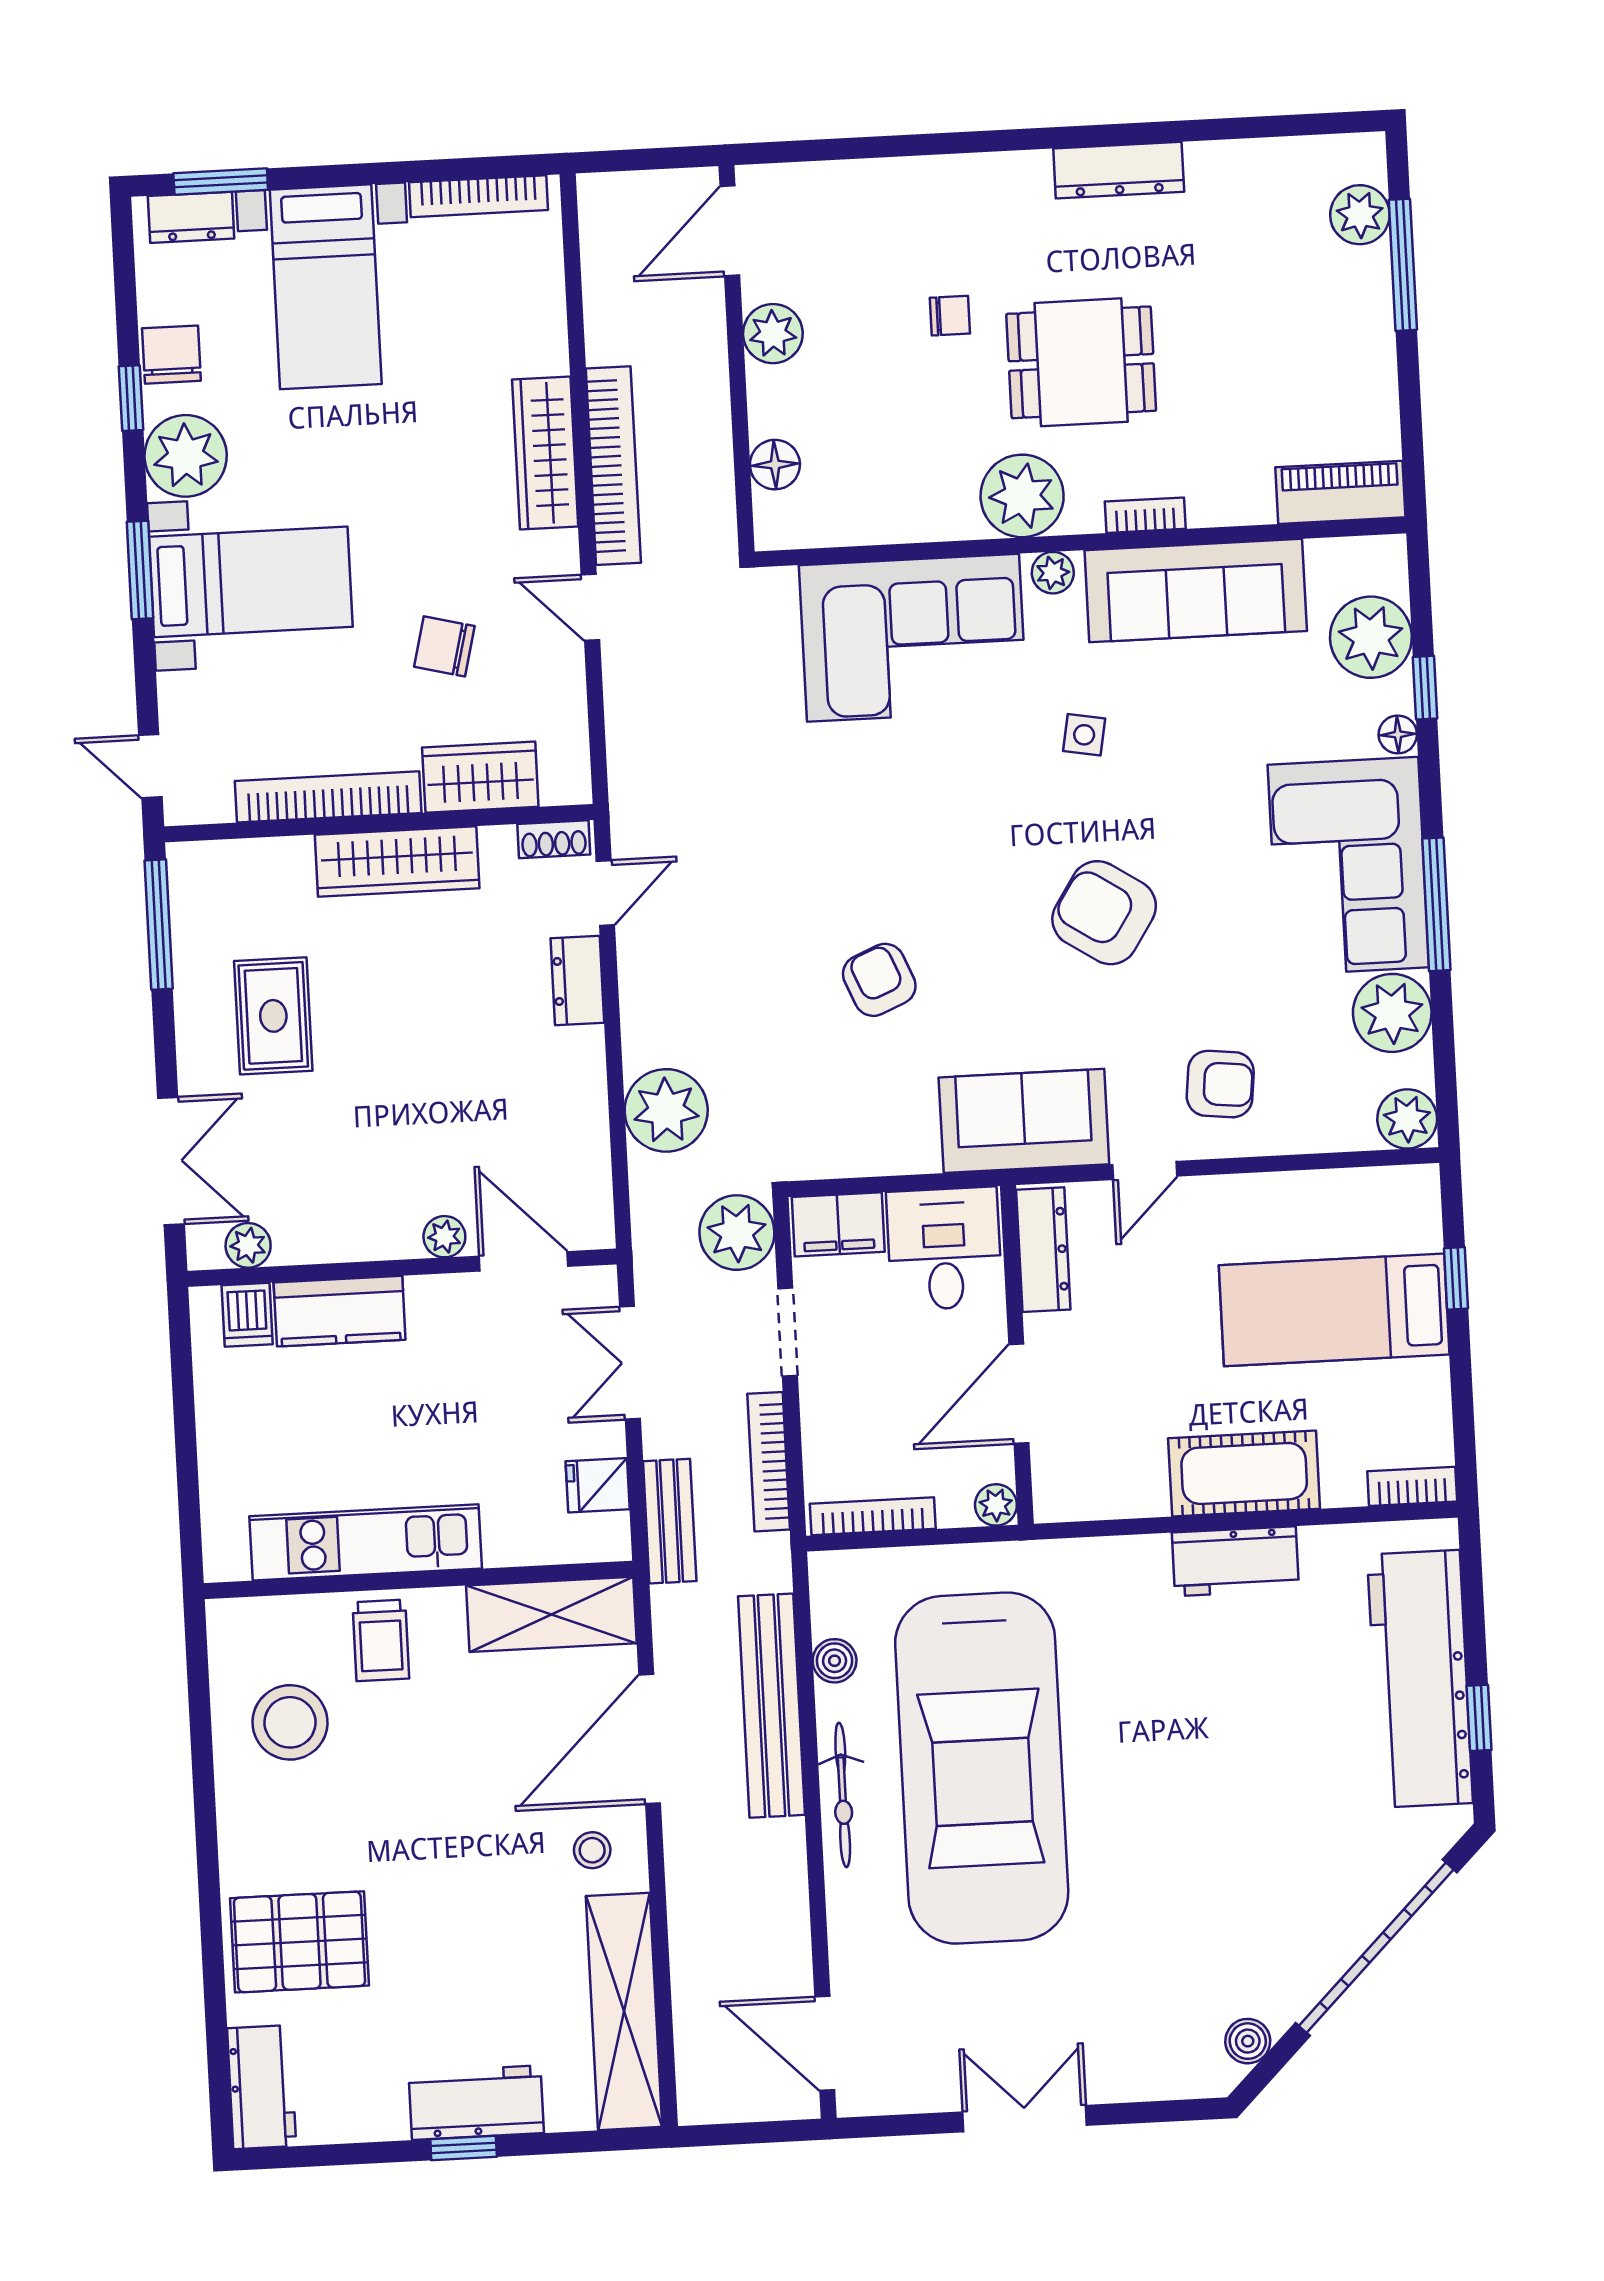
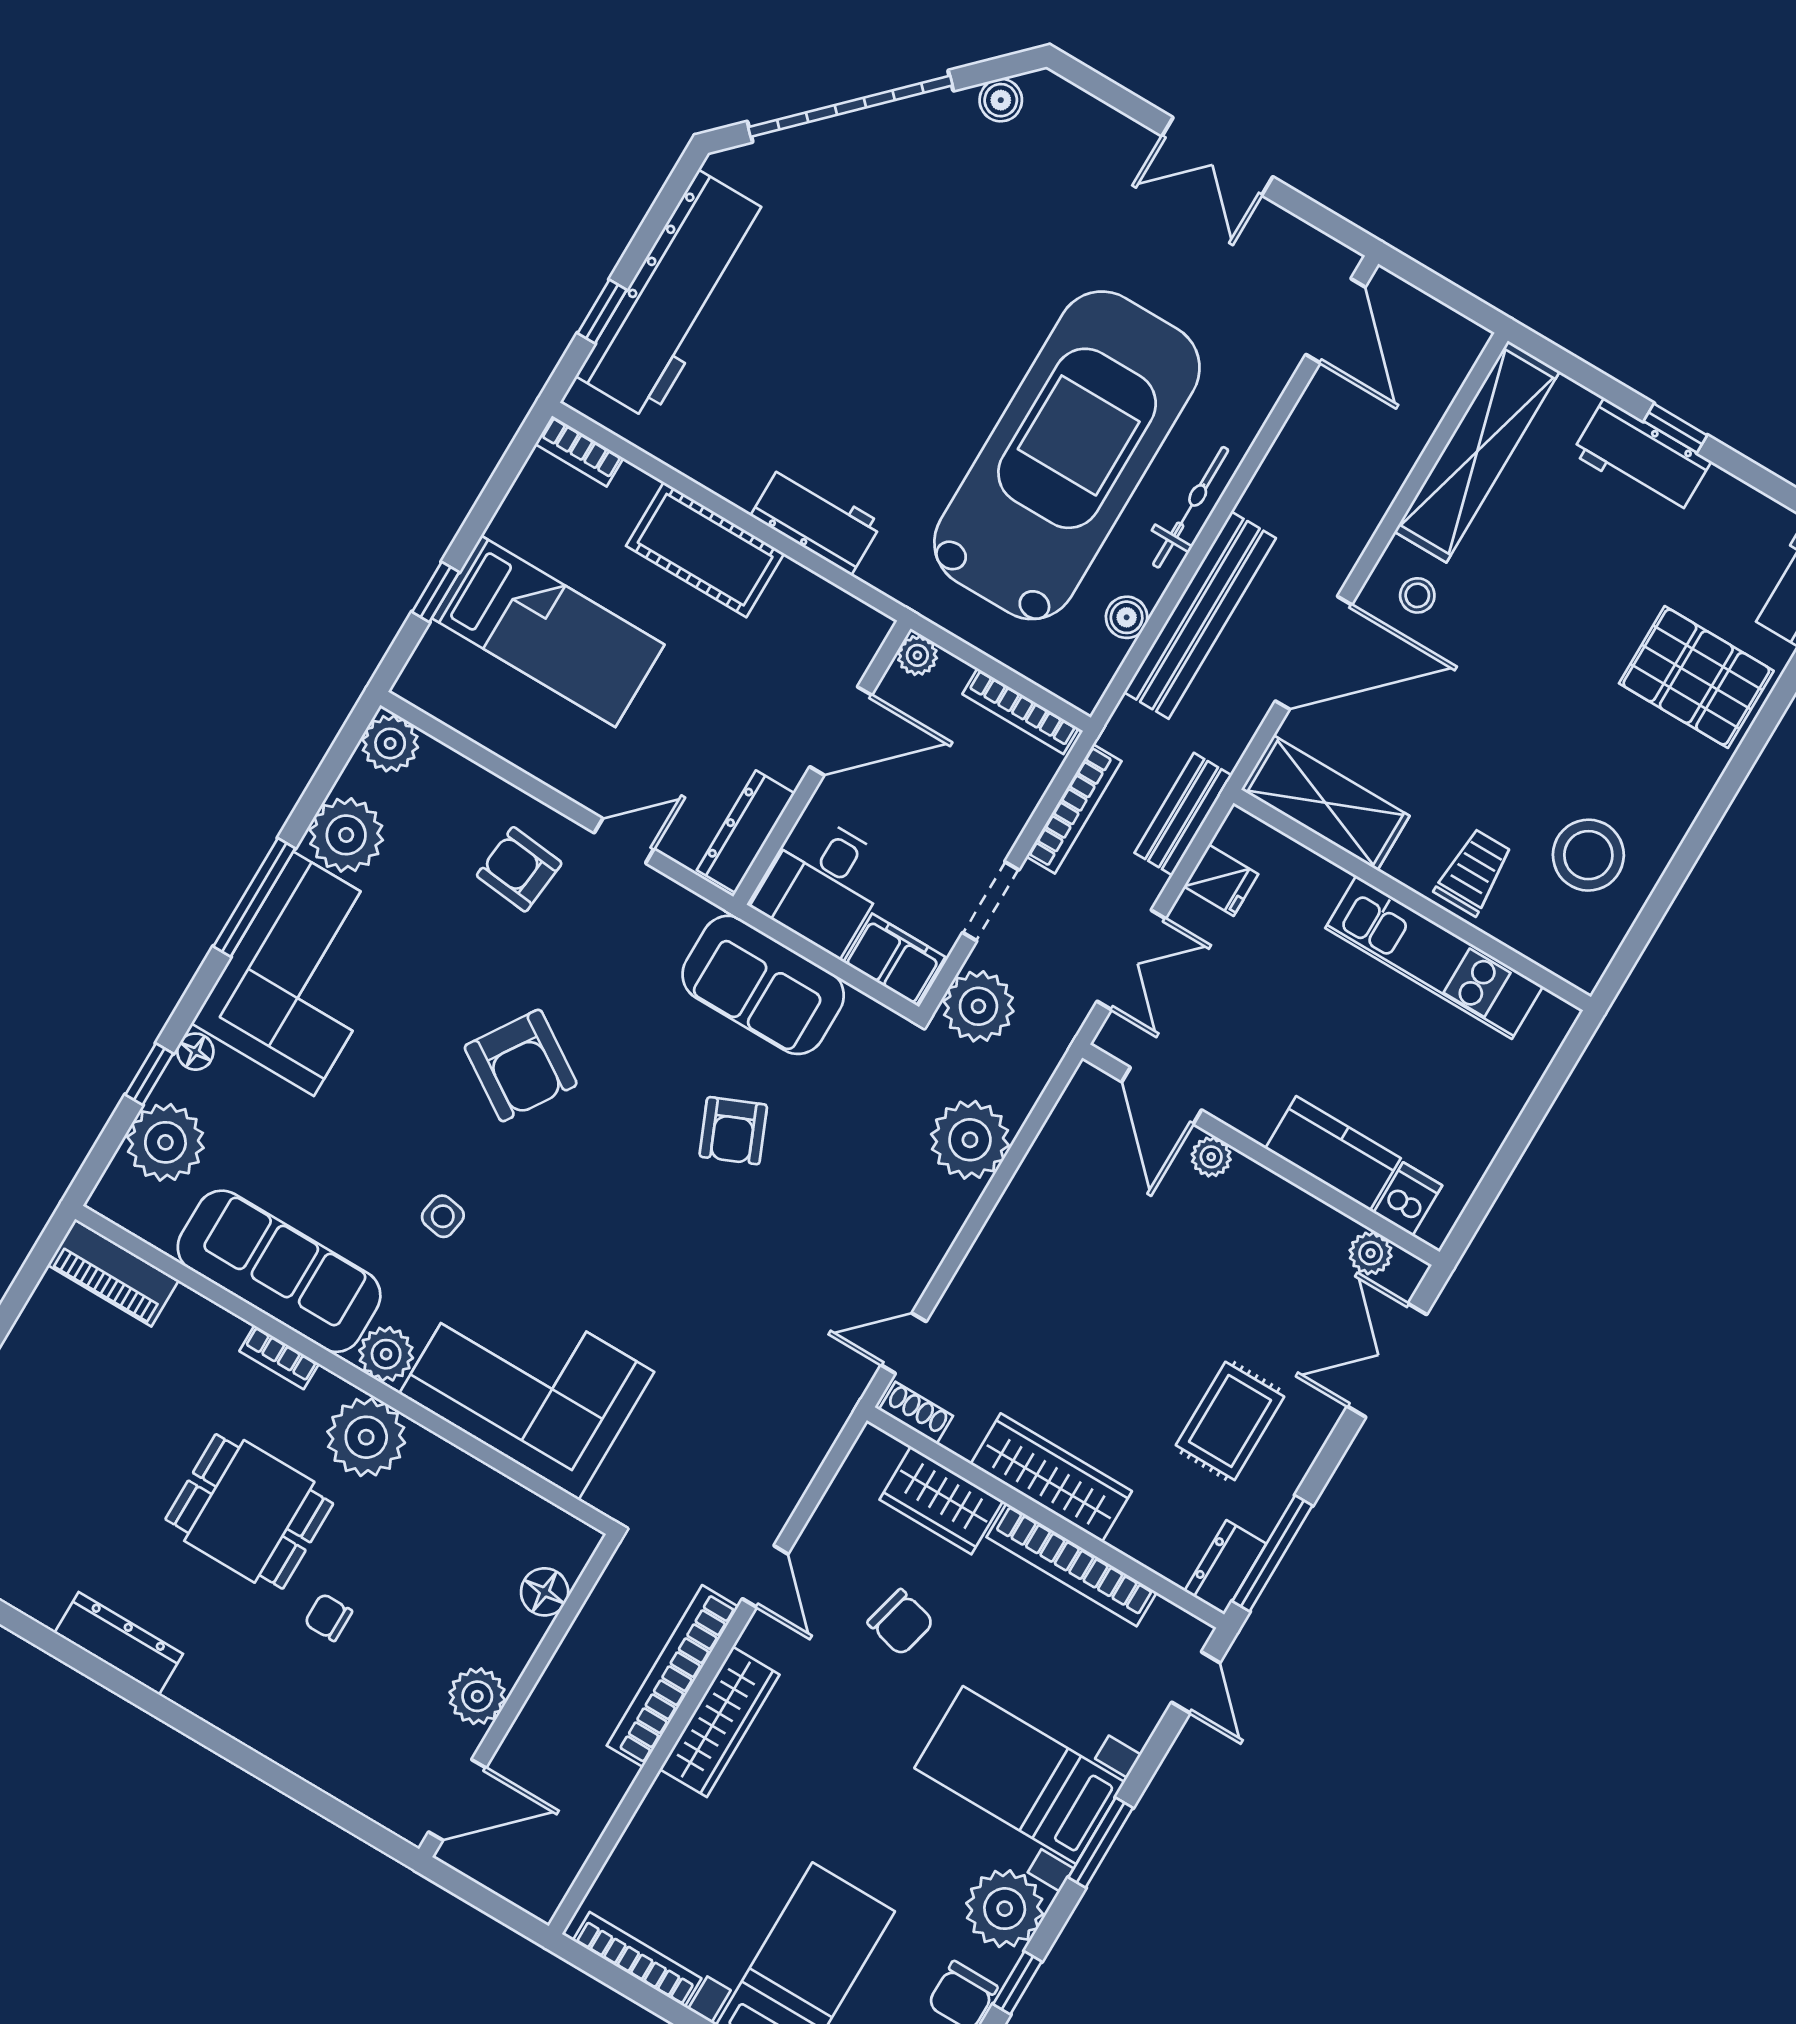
plant: (1053, 573) -> (386, 1354), width x1.38, depth x1.38
dresser: (577, 980) -> (1225, 1567), moved, turned 180
sofa: (1024, 1121) -> (763, 985), moved
workbench: (1235, 1561) -> (816, 519), moved
window: (1479, 1718) -> (602, 312), moved

